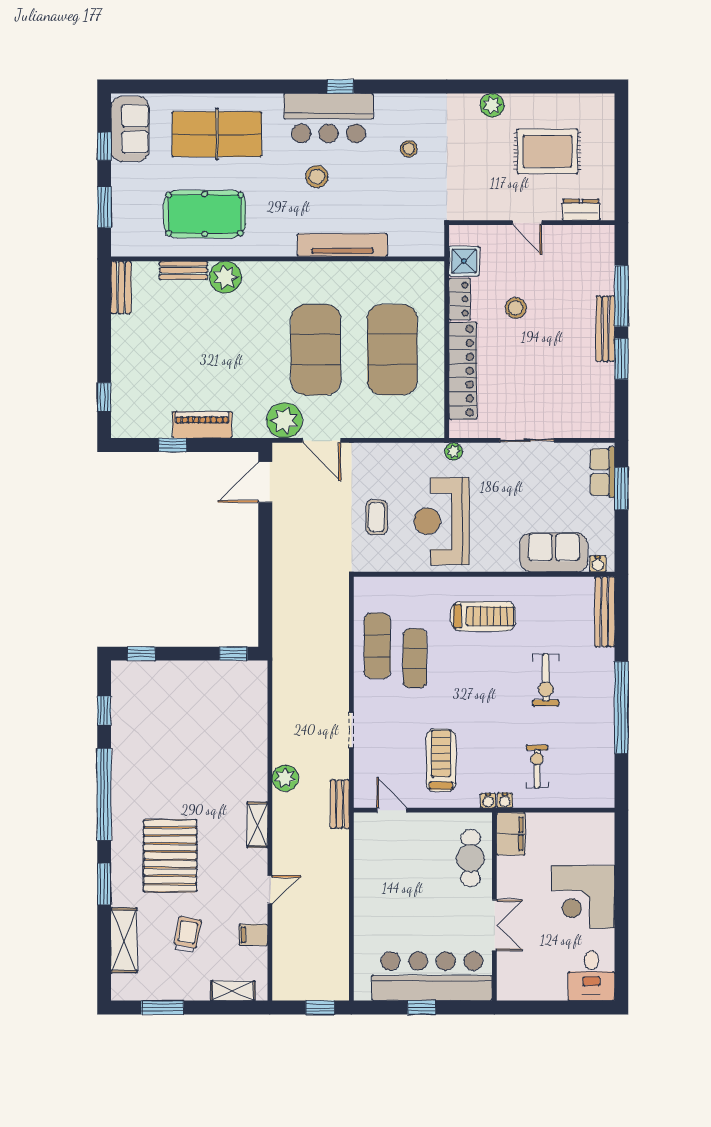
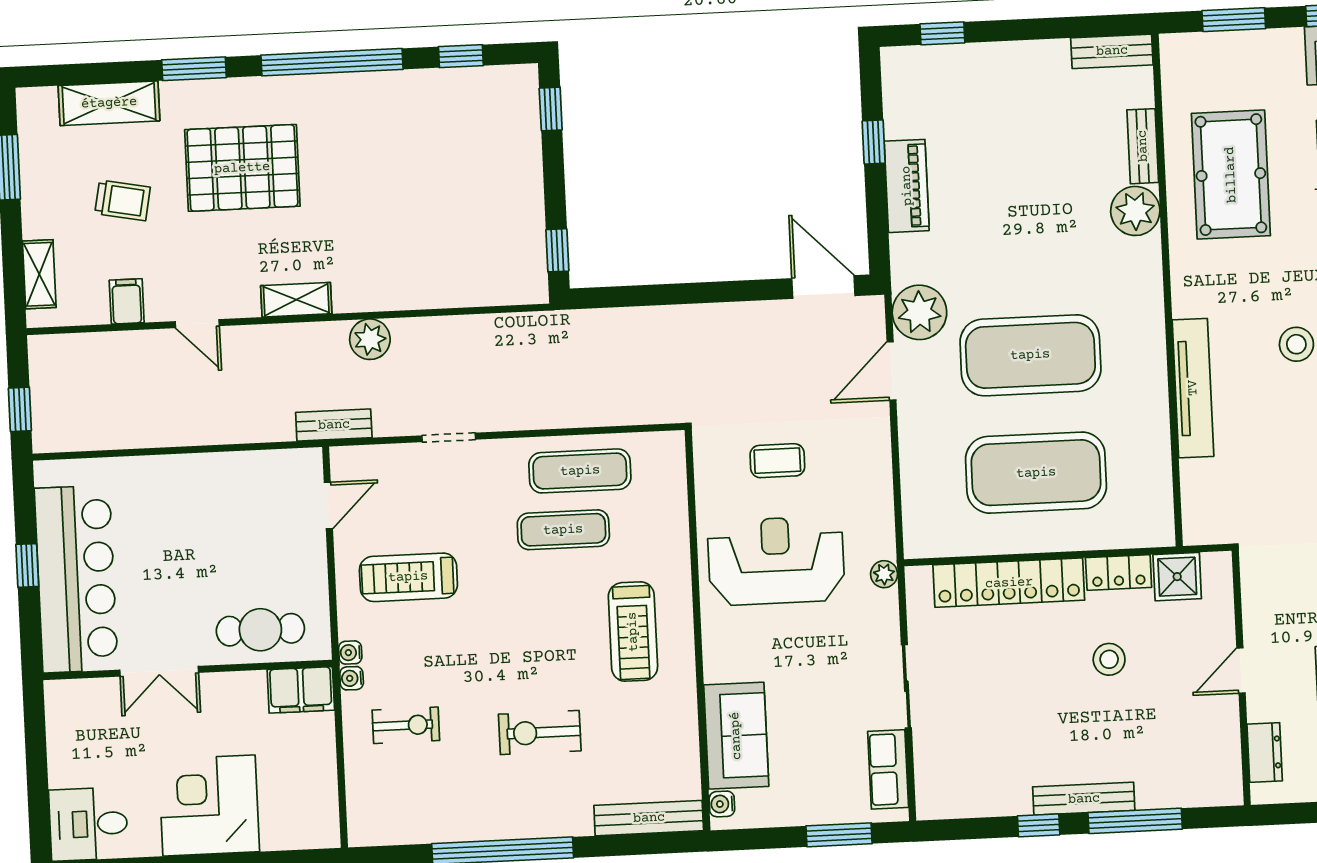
window: (621, 359) -> (1039, 825), width x0.67
row of seats: (602, 472) -> (888, 769), moved, turned -90
treadmill: (441, 760) -> (408, 577), turned 180

